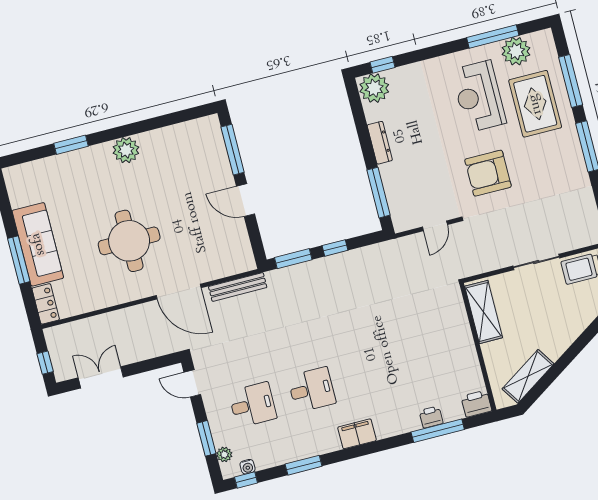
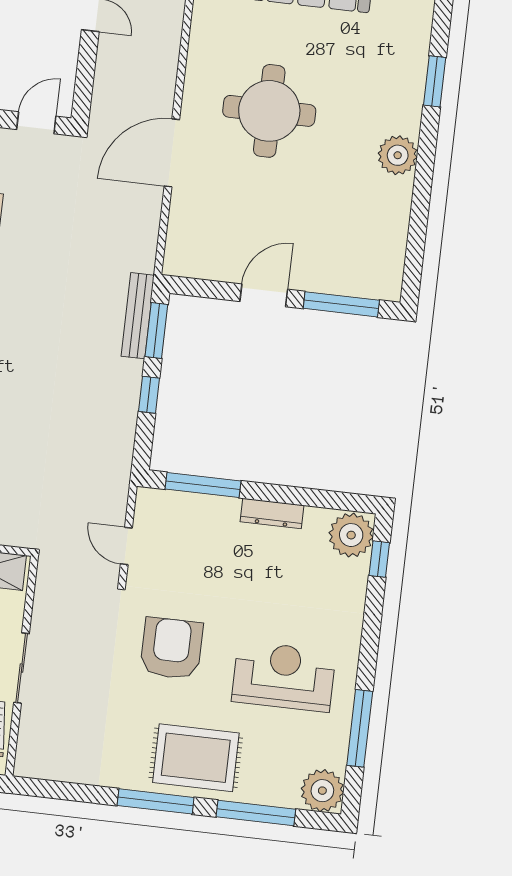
plant: (516, 51) -> (322, 791), moved
rug: (535, 104) -> (196, 758), moved
bench: (238, 287) -> (138, 316), moved

